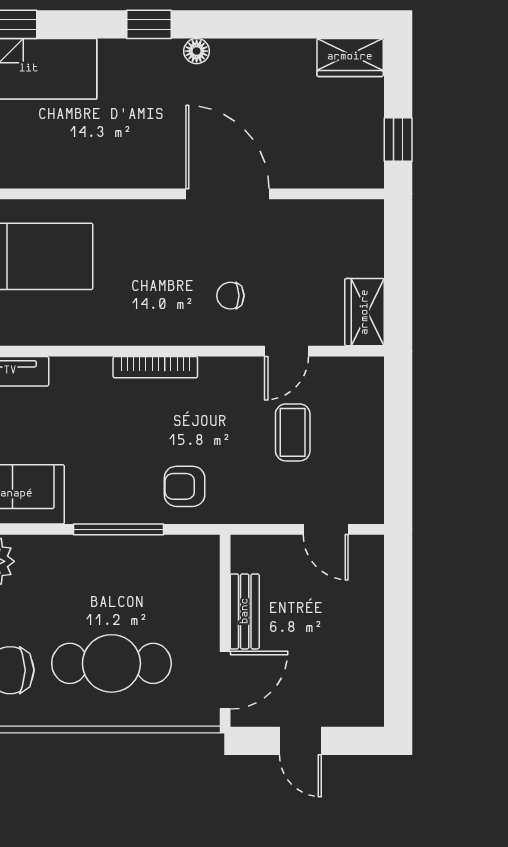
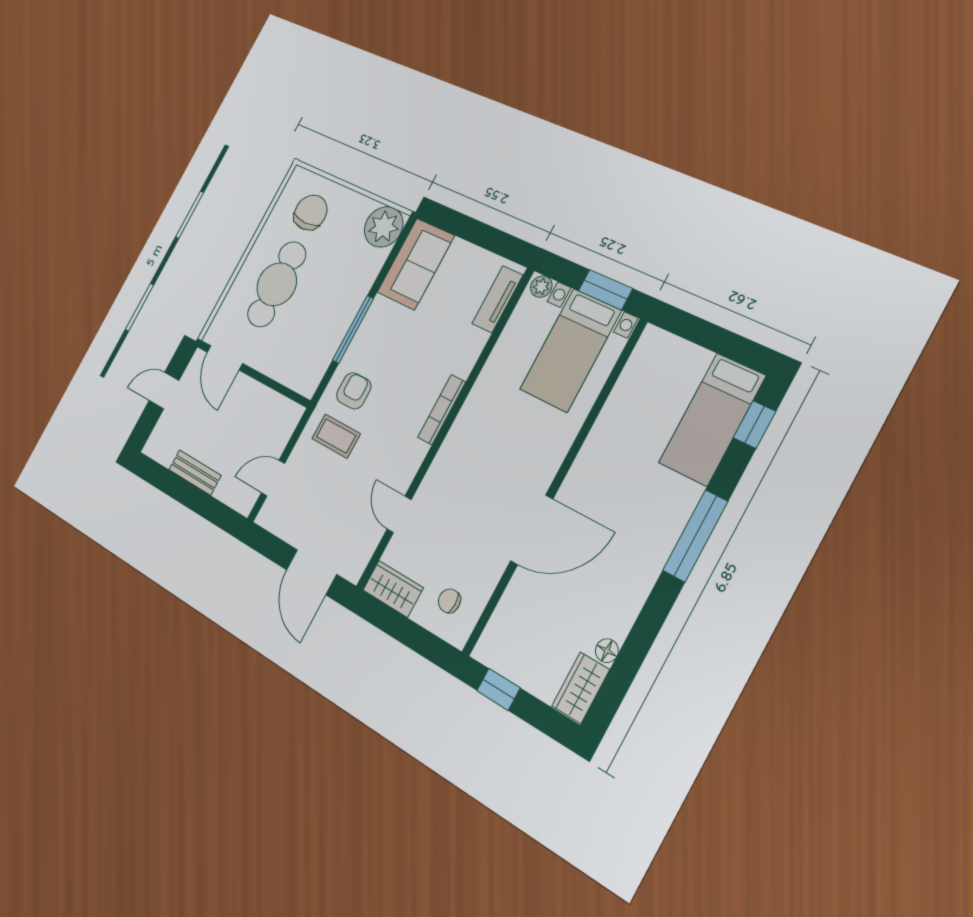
window: (149, 24) -> (695, 536), width x2.17
floor lamp: (197, 51) -> (607, 651), moved
chair: (230, 296) -> (449, 601), moved, turned -90
door: (398, 418) -> (311, 572), added
coffee table: (293, 432) -> (336, 436), moved
bench: (245, 611) -> (195, 473), moved

